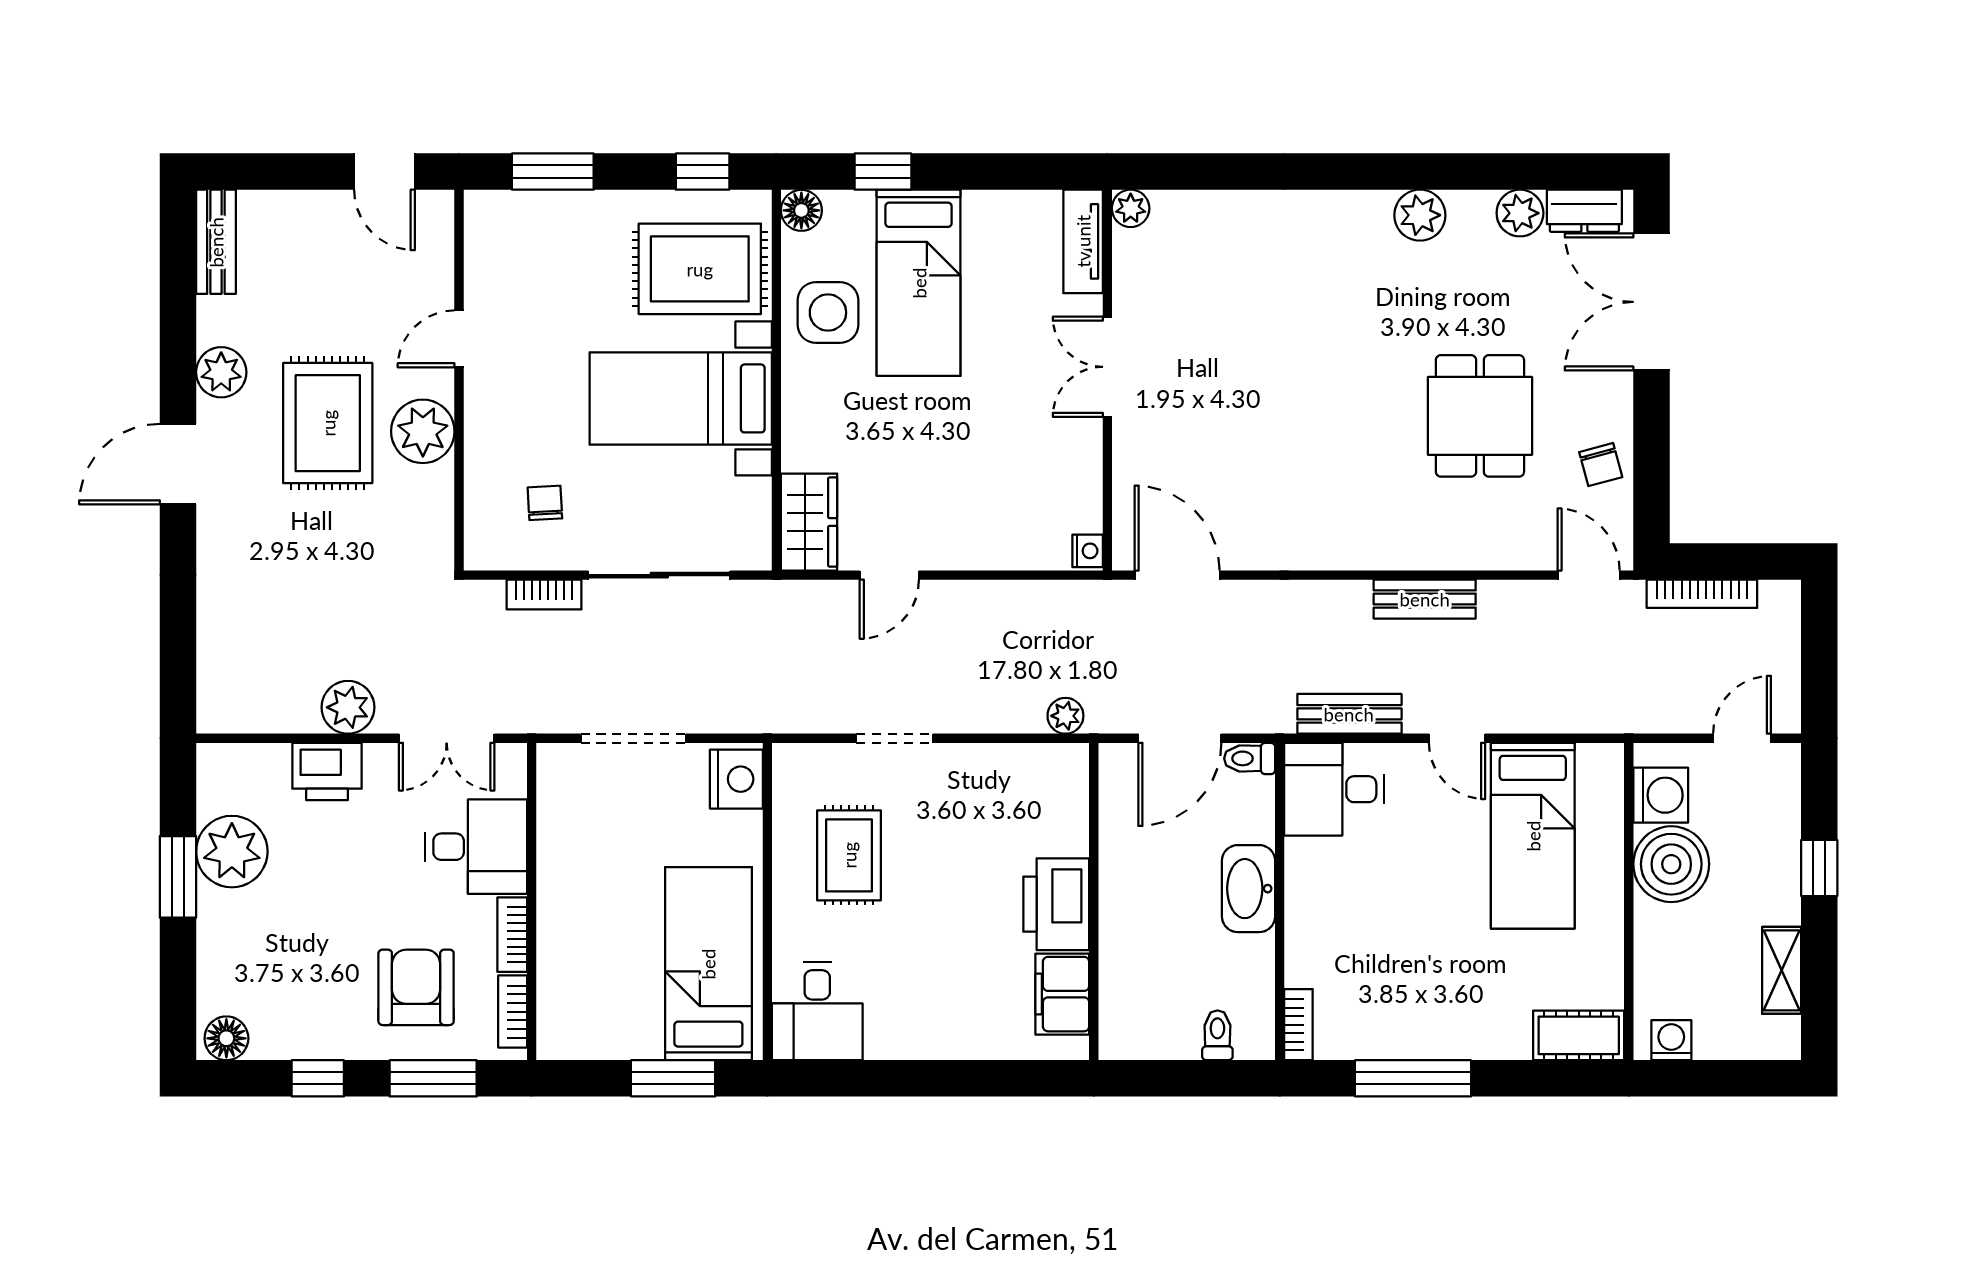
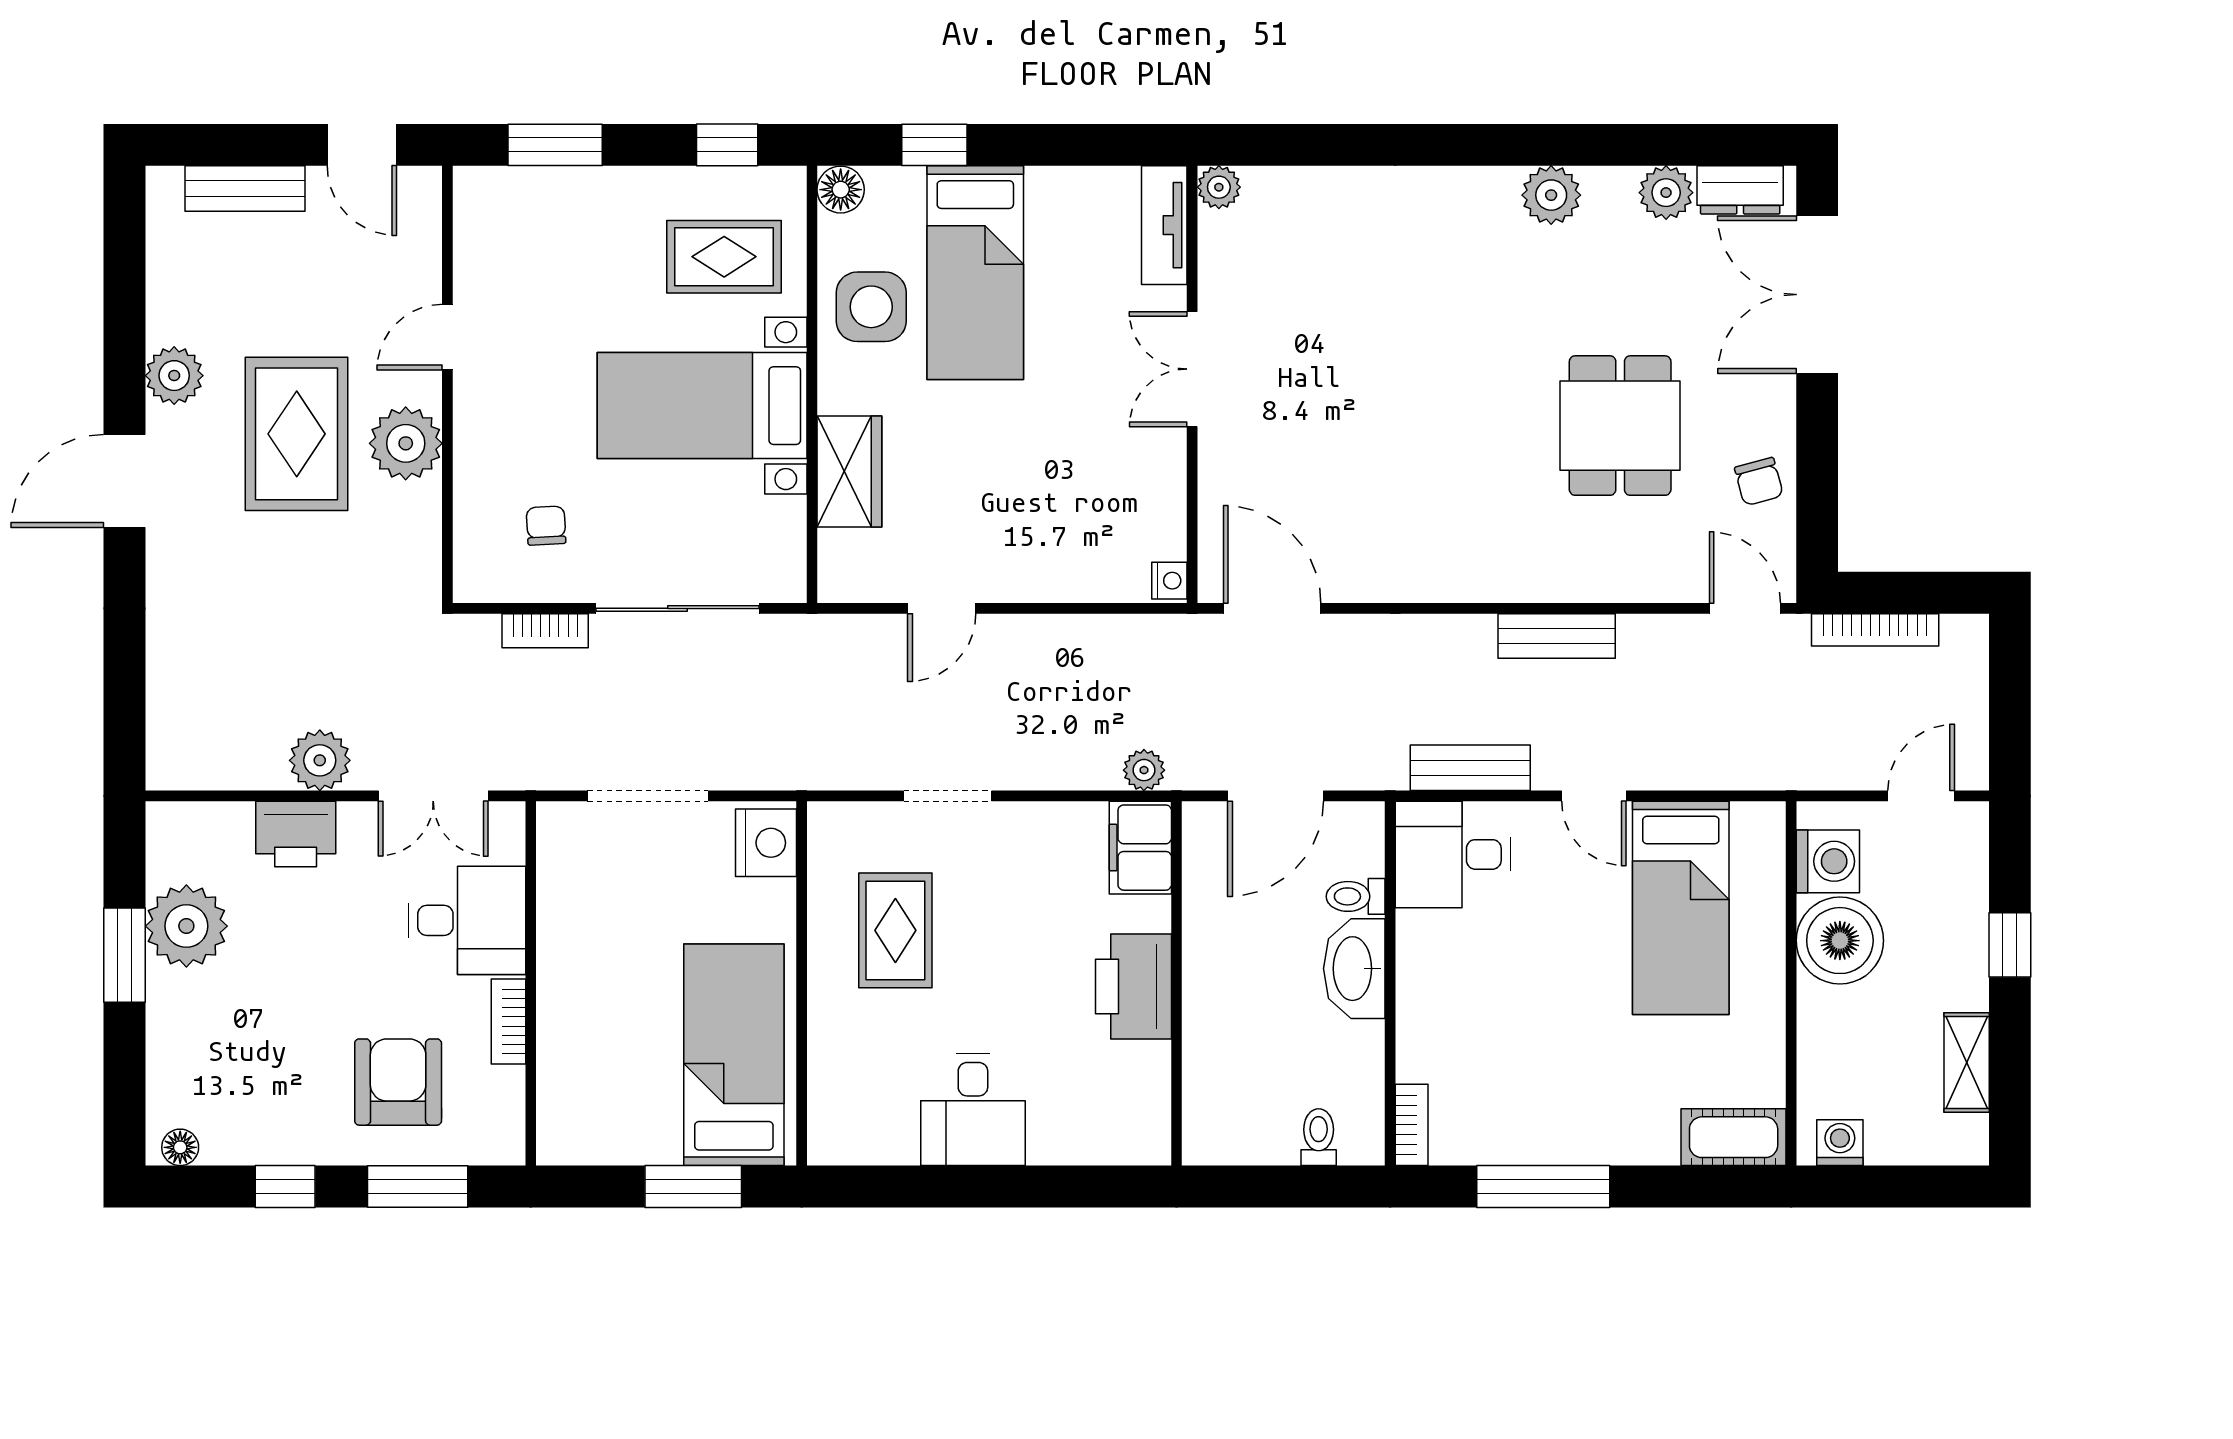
bench: (216, 242) -> (245, 189), moved, turned 90
rug: (700, 269) -> (724, 257), width x0.73, depth x0.70
wardrobe: (809, 522) -> (849, 472), moved
toilet: (1250, 758) -> (1356, 896), moved
filing cabinet: (1062, 994) -> (1140, 848), moved
desk: (817, 1011) -> (973, 1110), moved
bookcase: (513, 1012) -> (509, 1110), removed
floor lamp: (226, 1038) -> (180, 1147), width x0.73, depth x0.73

